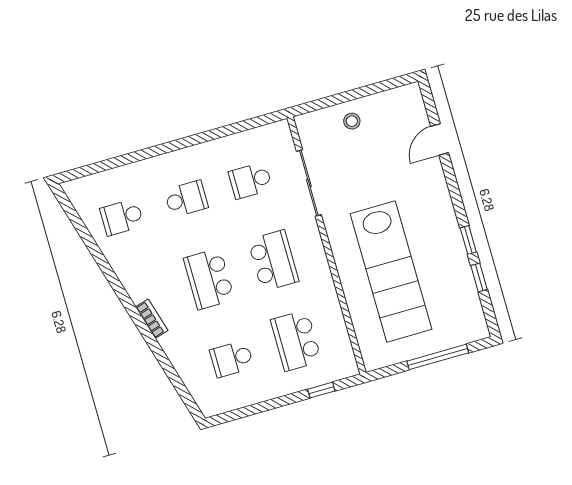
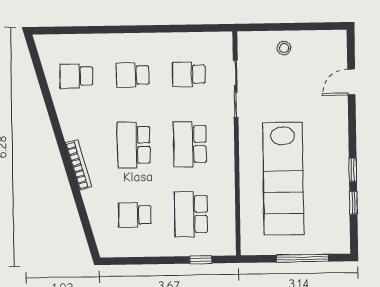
school desk: (186, 199) -> (133, 75), turned 180
school desk: (273, 261) -> (190, 144), turned 180
bookcase: (152, 319) -> (79, 165), width x1.56

